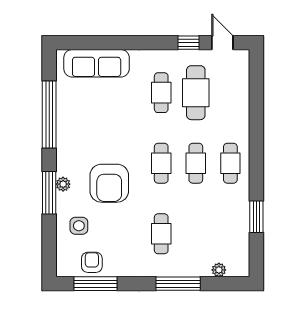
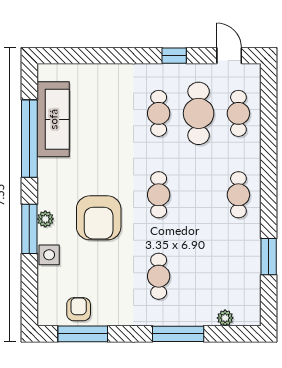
window: (188, 43) -> (174, 56), moved
sofa: (97, 63) -> (53, 119), moved, turned -90
cafe table: (196, 163) -> (238, 113), moved
side table: (79, 226) -> (49, 255), moved

